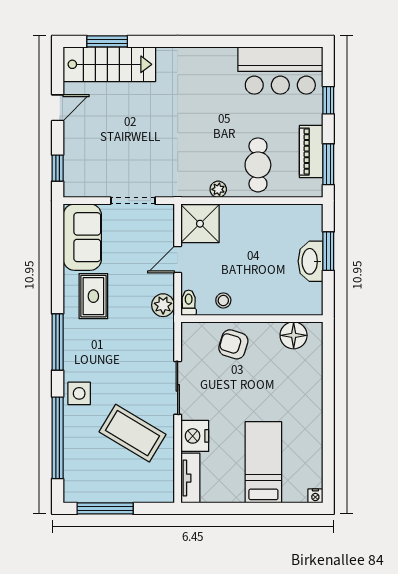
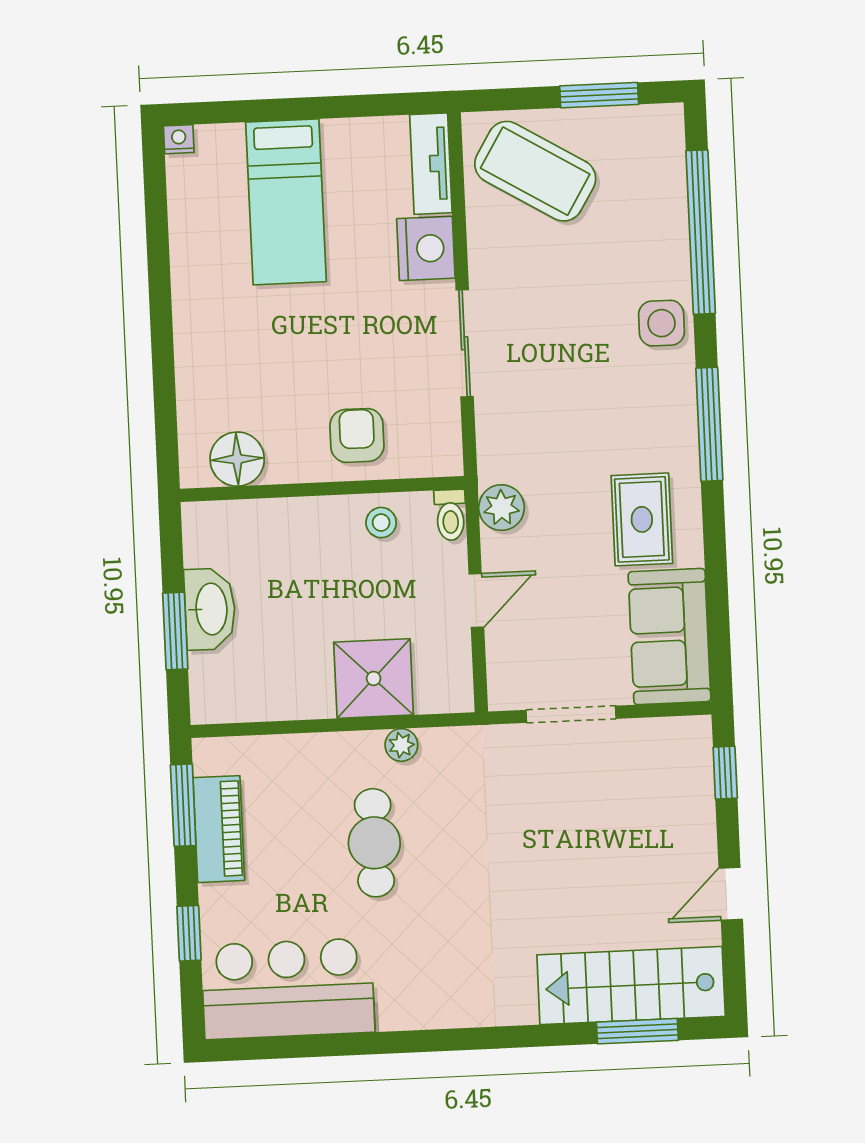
cafe table: (258, 165) -> (374, 843), moved
shower: (200, 224) -> (374, 678), moved
armchair: (233, 344) -> (357, 435), turned -107
coffee table: (133, 433) -> (535, 171), moved
window: (105, 508) -> (599, 95), width x0.69

